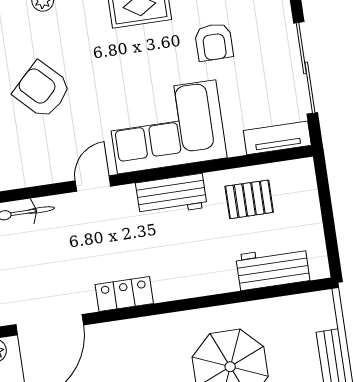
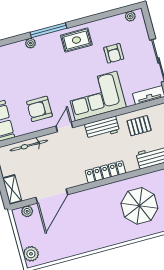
armchair: (42, 90) -> (39, 109), moved, turned -45
locker: (124, 294) -> (105, 172), moved, width x1.53

